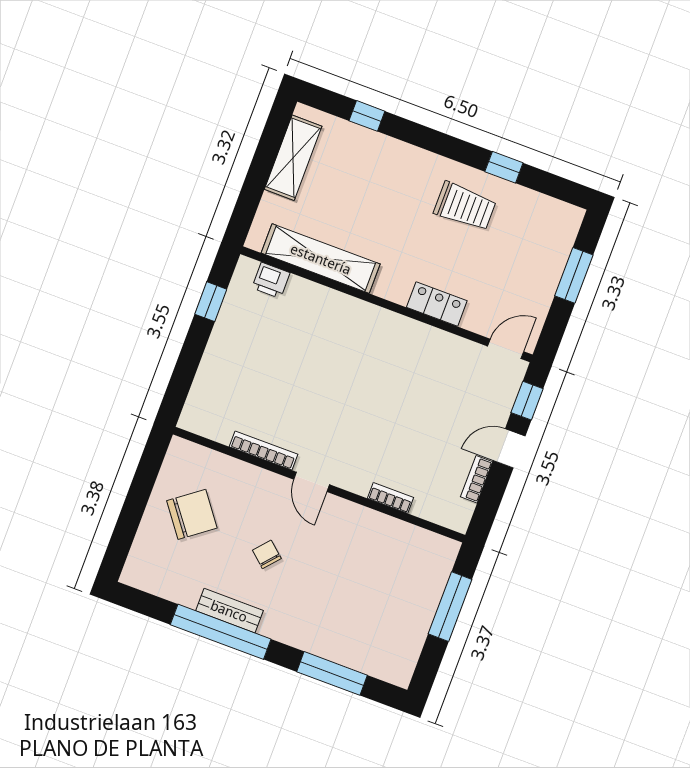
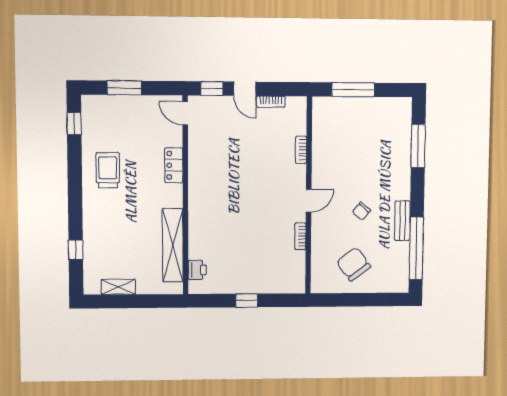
shelving: (293, 158) -> (118, 287), width x0.67, depth x0.75
window: (504, 167) -> (74, 124), moved
window: (211, 302) -> (247, 300), moved
bookcase: (263, 450) -> (300, 236), width x0.64
window: (221, 632) -> (416, 248), moved

